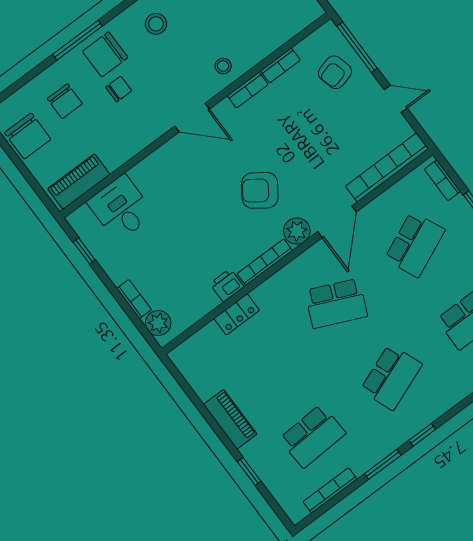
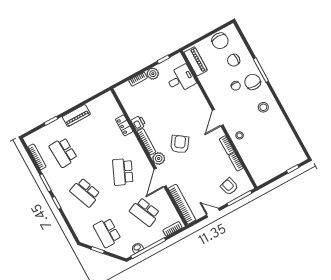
door: (396, 99) -> (213, 213), swing flipped
chair: (28, 136) -> (220, 41), turned -90
door: (337, 222) -> (160, 178), hinge flipped
plant: (158, 323) -> (153, 74), moved

